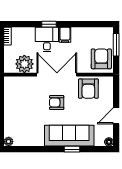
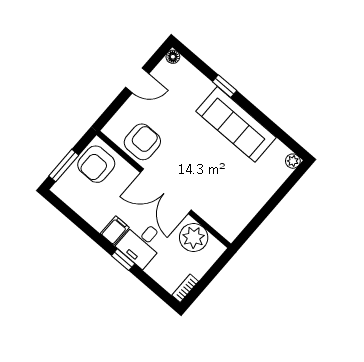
armchair: (57, 103) -> (195, 158), removed
sofa: (69, 136) -> (236, 124), moved

